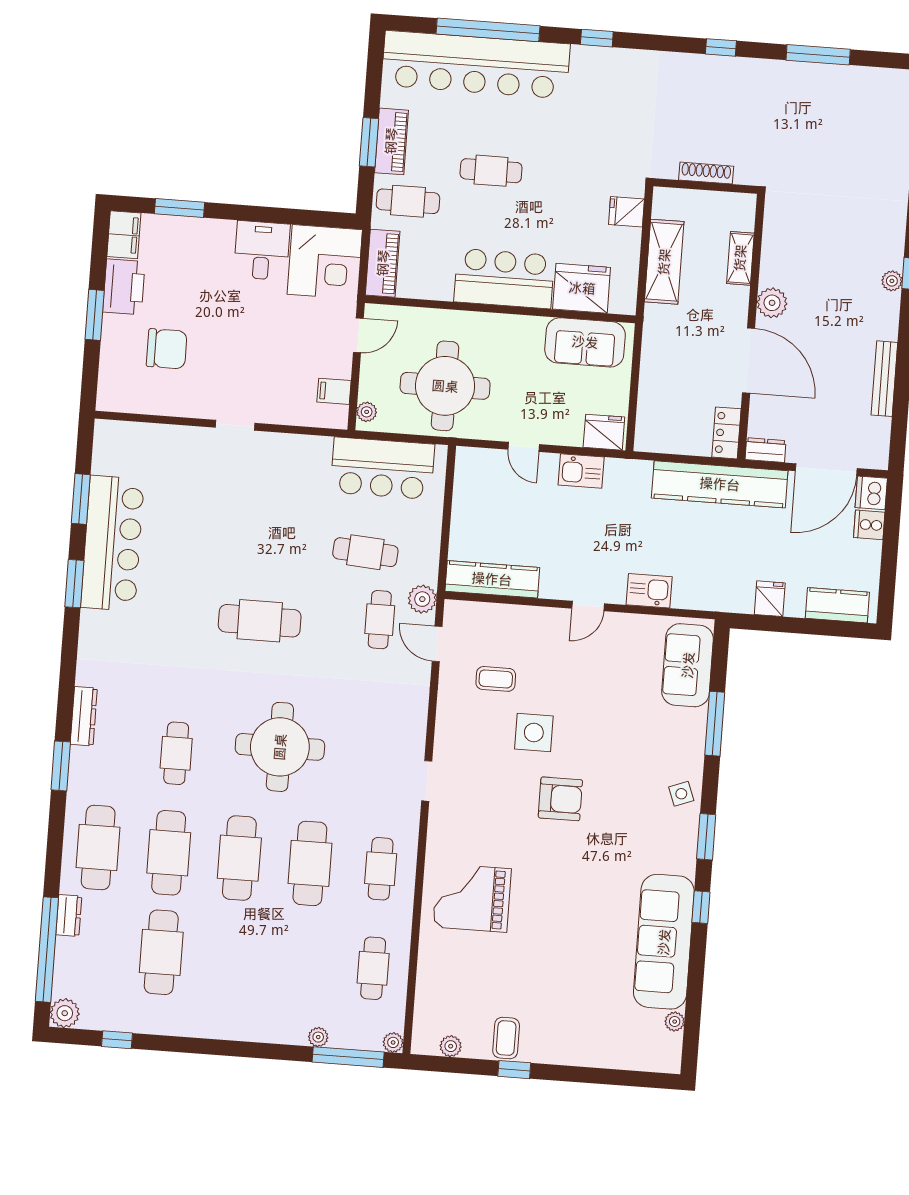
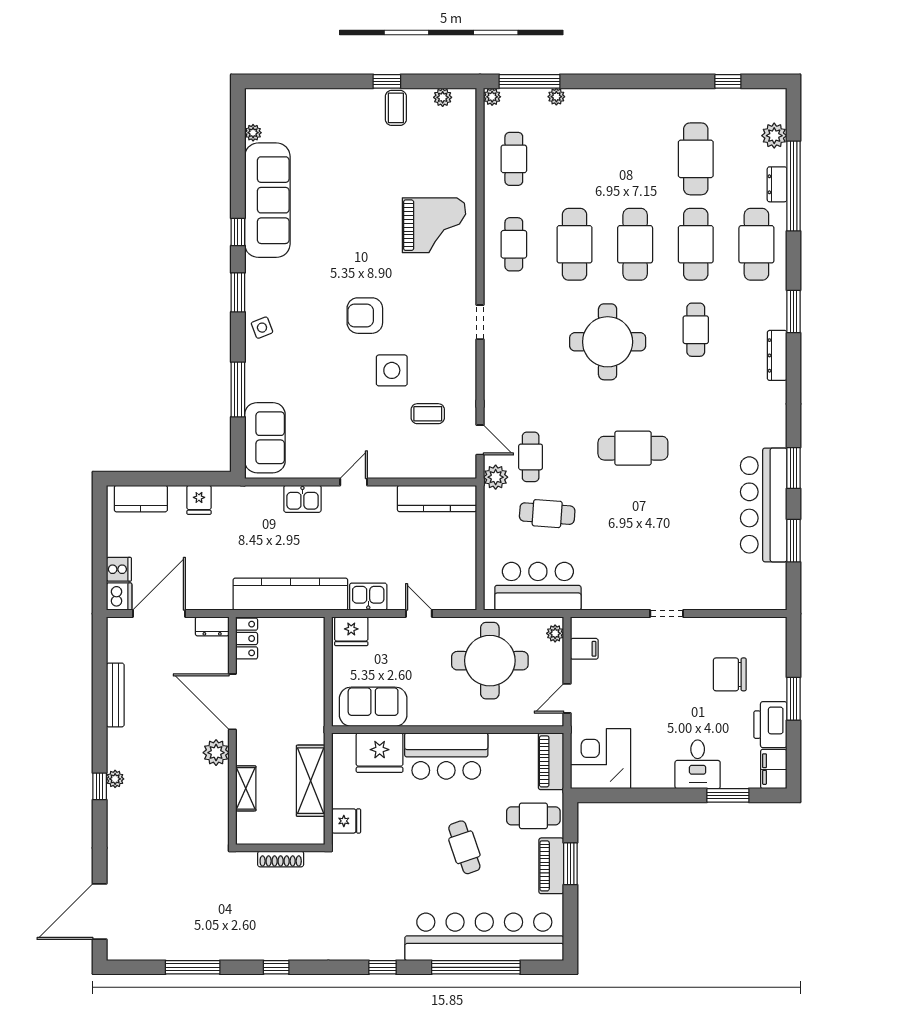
cafe table: (491, 171) -> (464, 847), turned 71
desk: (262, 251) -> (698, 764), moved
kitchen counter: (720, 484) -> (290, 594), moved
window: (47, 950) -> (794, 186), moved
plant: (65, 1013) -> (774, 136), moved

